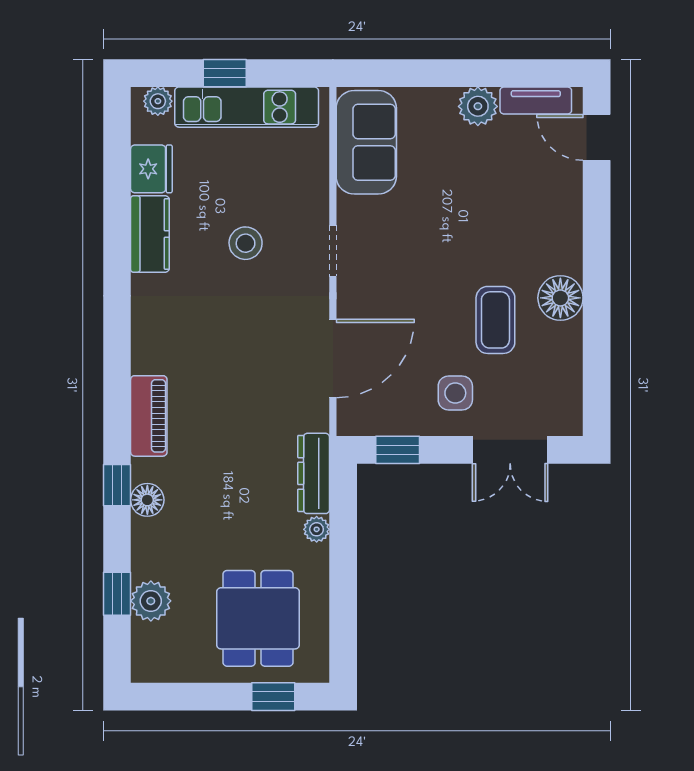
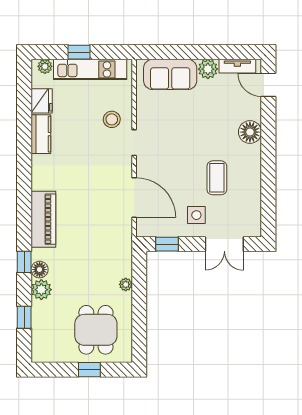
sofa: (366, 142) -> (170, 74), moved, turned 90
stool: (246, 243) -> (112, 119), moved
floor lamp: (560, 298) -> (250, 132), moved
door: (333, 358) -> (134, 197), hinge flipped
piano: (149, 416) -> (43, 219), width x1.37, depth x1.33
dresser: (314, 473) -> (124, 256), removed
plant: (151, 601) -> (41, 290), moved
window: (273, 697) -> (89, 370), moved

